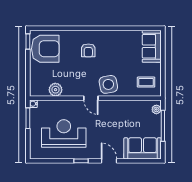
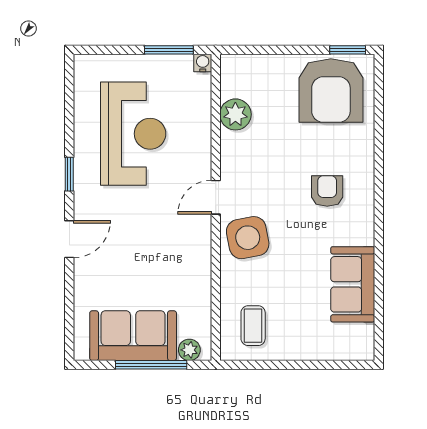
sofa: (152, 46) -> (353, 284), moved, turned -90
armchair: (88, 50) -> (327, 191), turned 90
sofa: (143, 148) -> (133, 336), moved, turned -90

